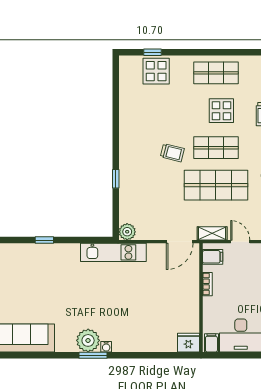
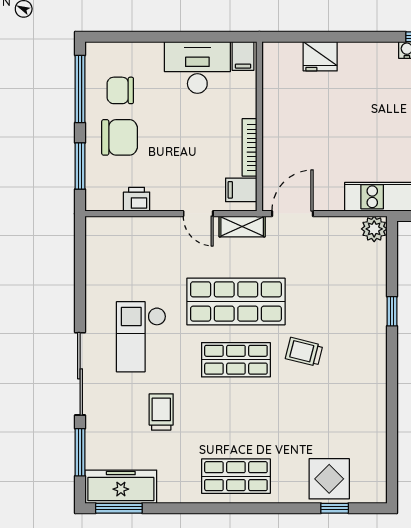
display table: (221, 111) -> (227, 417), removed
bookcase: (207, 284) -> (249, 147), width x1.56
fridge: (188, 343) -> (320, 56), moved

